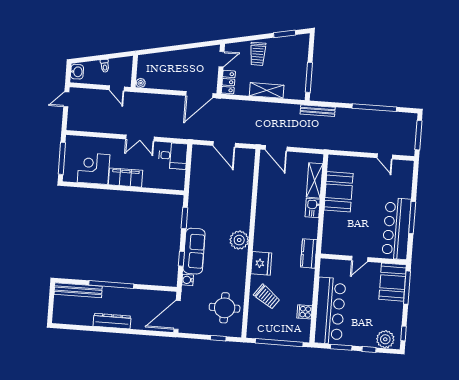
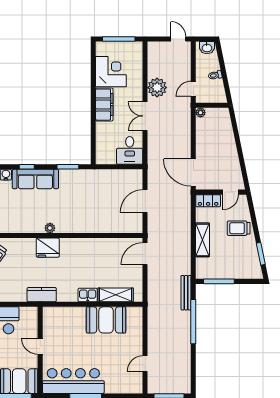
door: (222, 59) -> (231, 192), hinge flipped
window: (374, 108) -> (193, 322), moved
plant: (113, 124) -> (157, 88), added
plant: (239, 240) -> (50, 228), width x0.53, depth x0.53
fridge: (261, 263) -> (48, 248), moved

